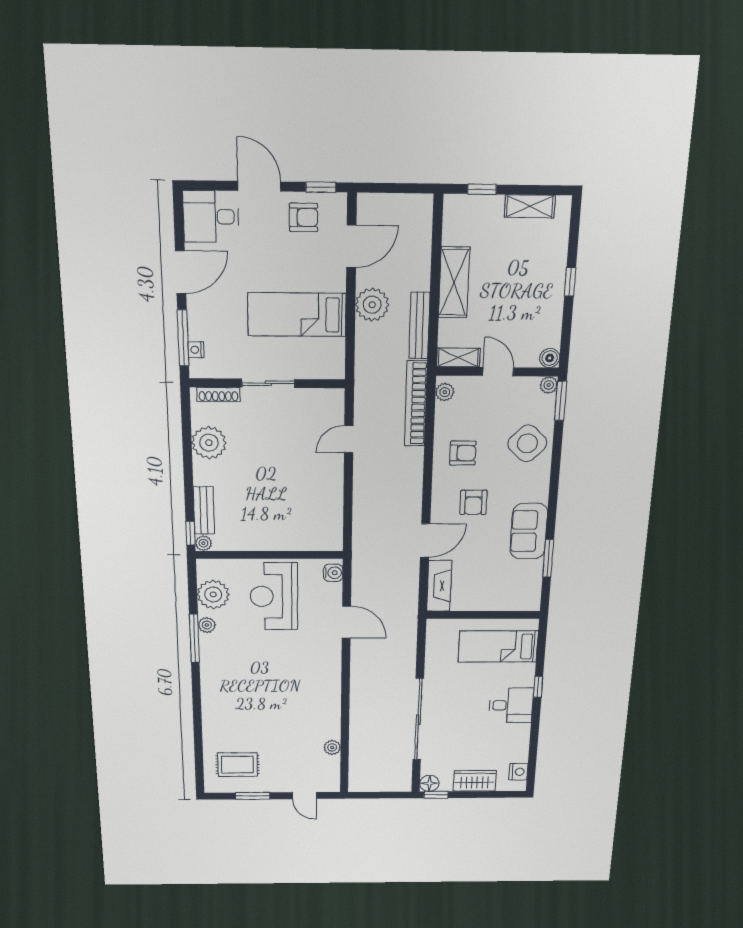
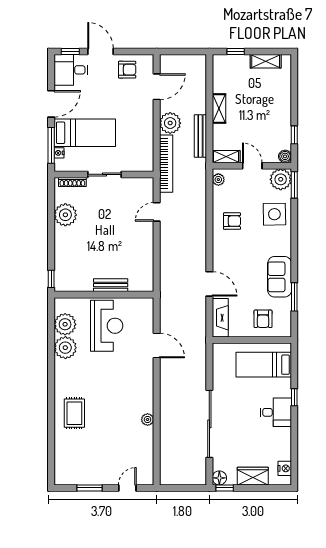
window: (321, 187) -> (70, 51), moved
shelving: (454, 282) -> (219, 108), width x0.67, depth x0.75
window: (570, 282) -> (294, 135), moved
bed: (297, 315) -> (85, 133), moved, turned 180
plant: (549, 385) -> (281, 179), width x1.88, depth x1.88
bookcase: (416, 404) -> (166, 164), moved, turned 180
side table: (527, 443) -> (274, 214), turned 45
armchair: (473, 502) -> (263, 319), moved
bench: (204, 510) -> (111, 285), moved, turned 90
door: (425, 541) -> (209, 284), hinge flipped
plant: (203, 543) -> (60, 286), removed
water cooler: (333, 573) -> (147, 308), removed
reception desk: (274, 596) -> (107, 326), turned 180
plant: (207, 625) -> (65, 348), width x1.88, depth x1.88
window: (194, 638) -> (51, 358), removed
plant: (332, 747) -> (148, 419), moved
rug: (238, 765) -> (74, 413), moved, turned 90
door: (304, 796) -> (127, 488), swing flipped

